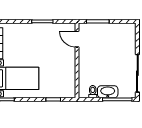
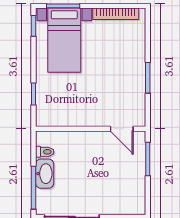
door: (77, 39) -> (122, 129), swing flipped

